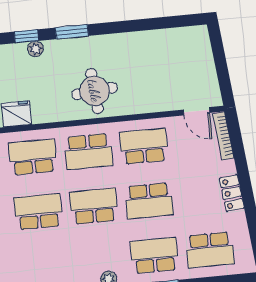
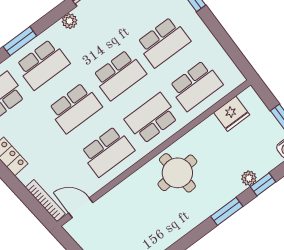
school desk: (149, 201) -> (75, 108), turned 180

